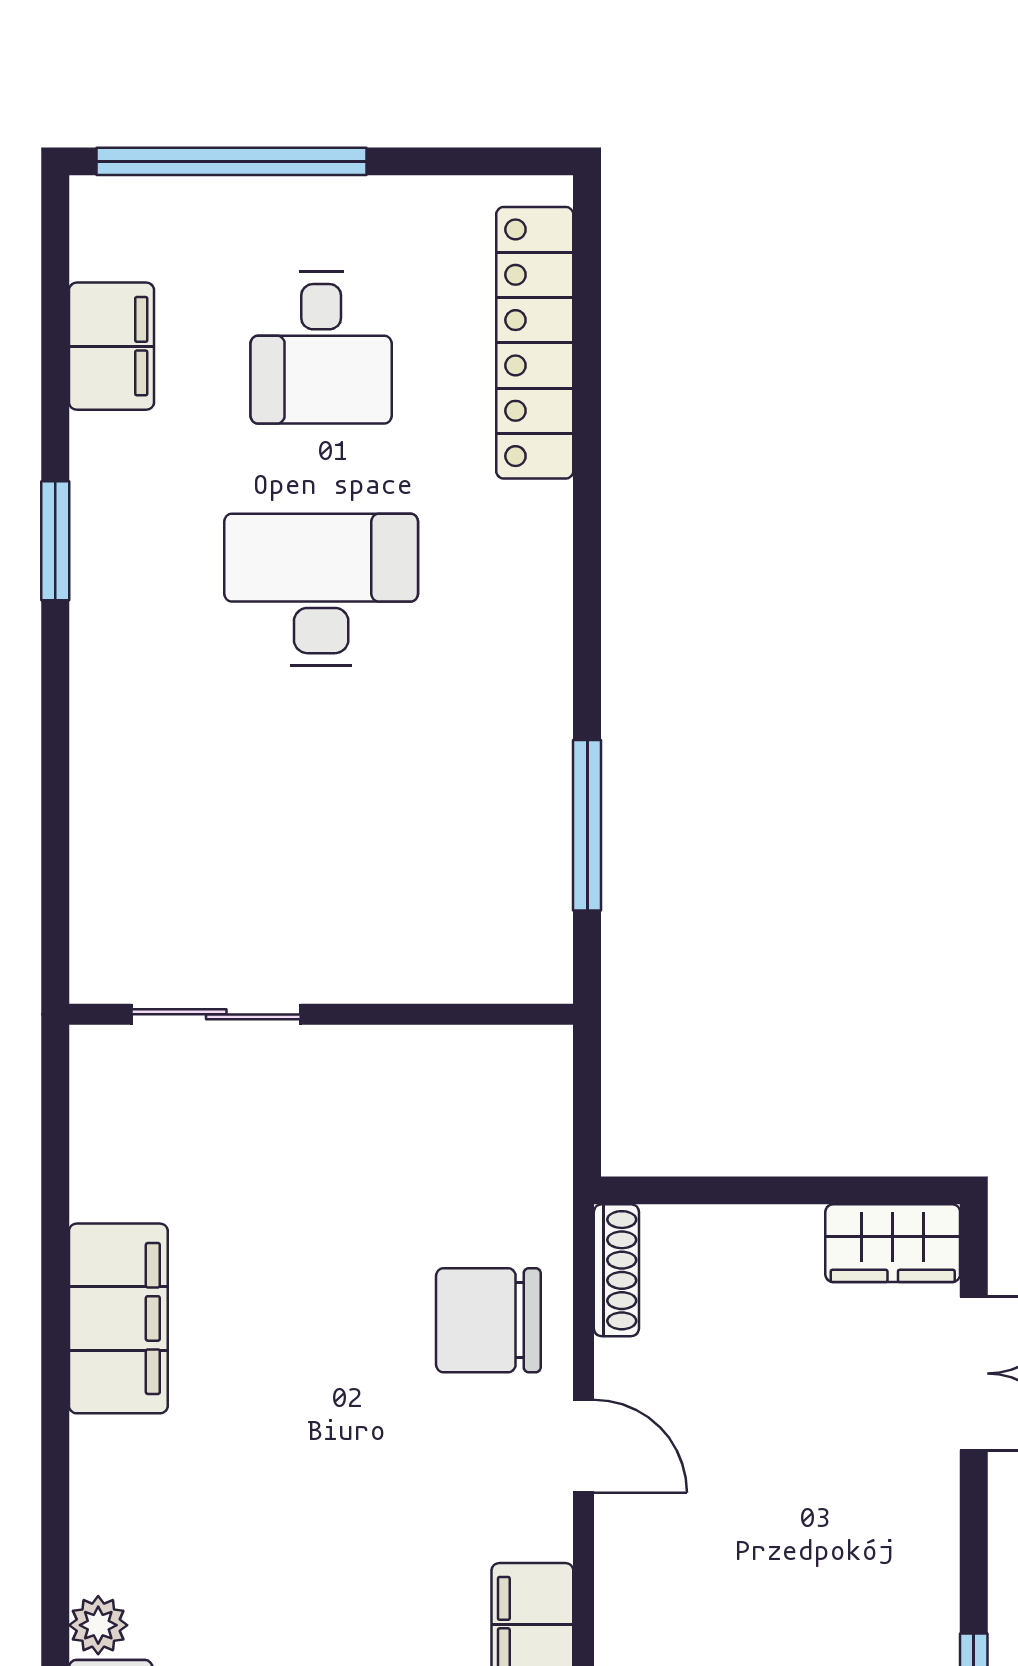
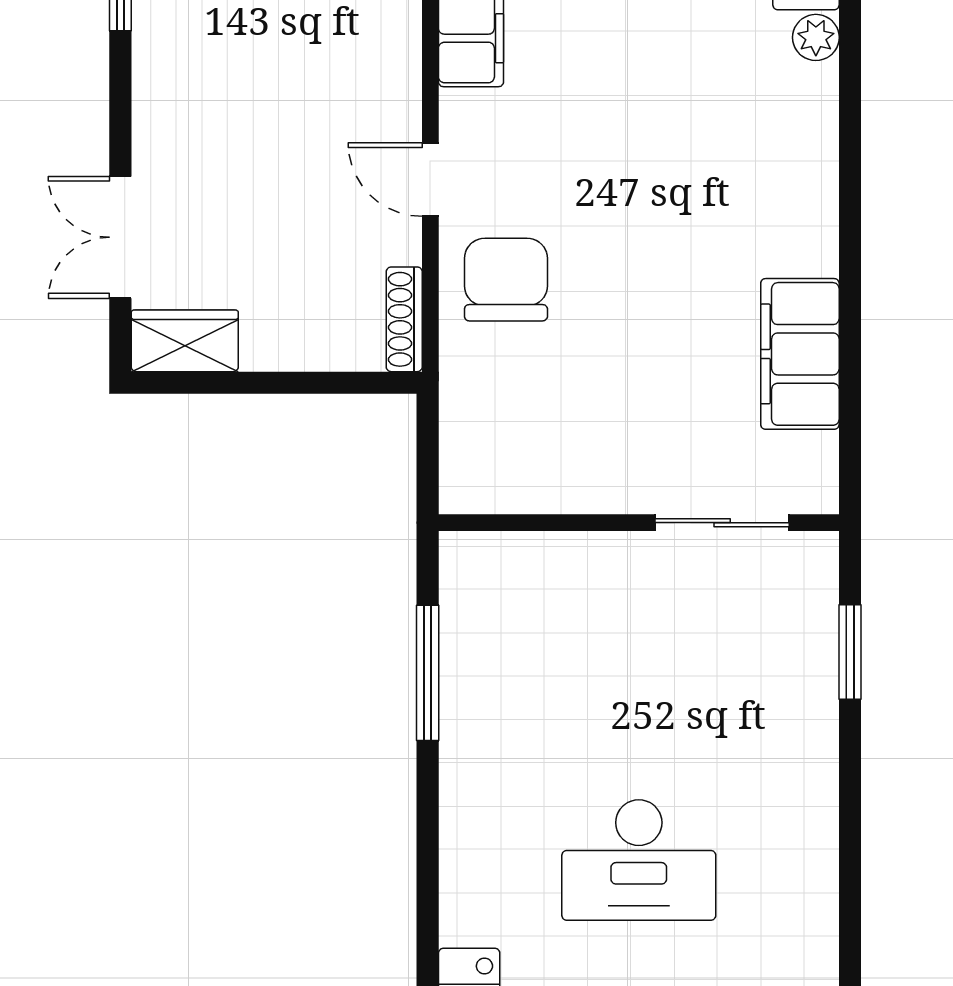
window: (55, 541) -> (850, 652), moved
filing cabinet: (118, 1318) -> (800, 354), moved
chair: (488, 1320) -> (506, 280), turned -90

